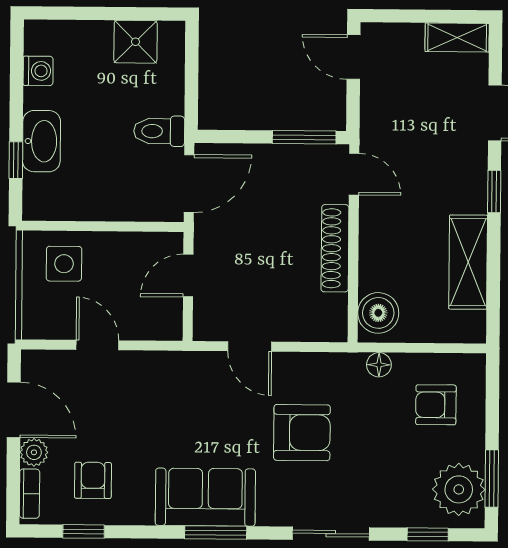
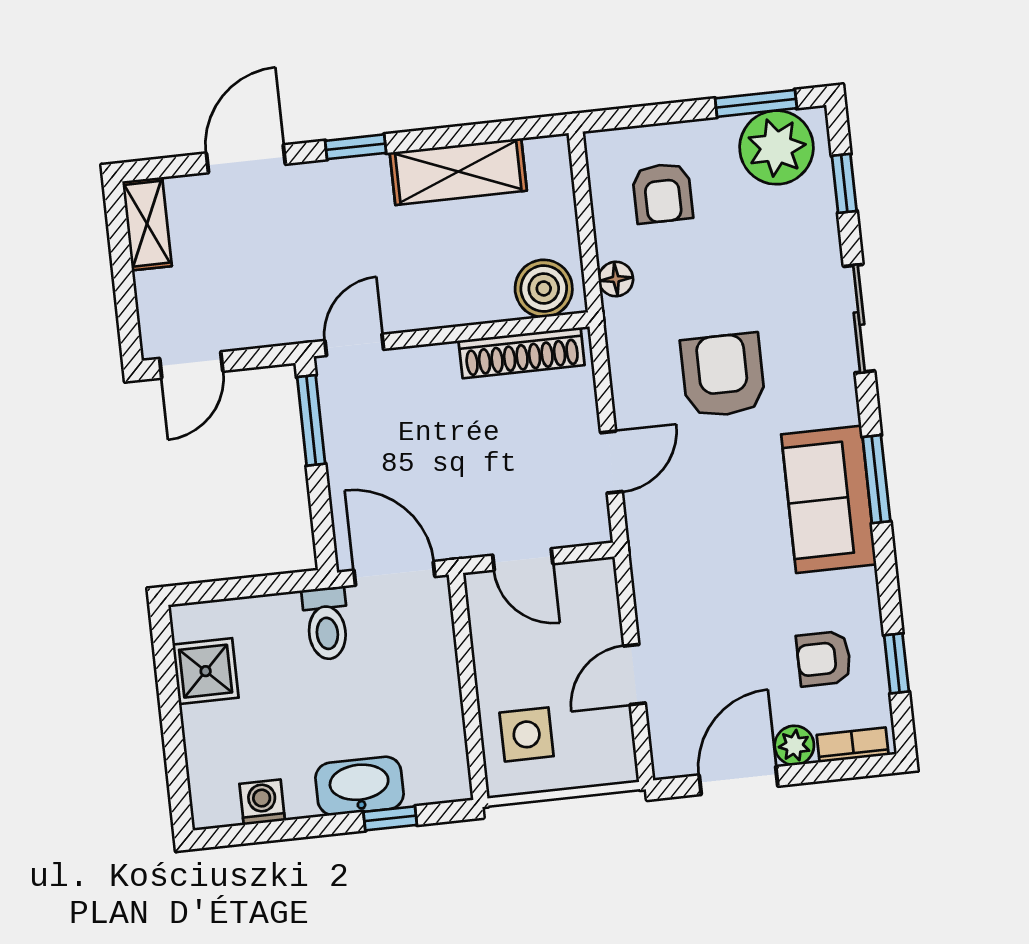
shoe rack: (335, 248) -> (522, 353), moved

